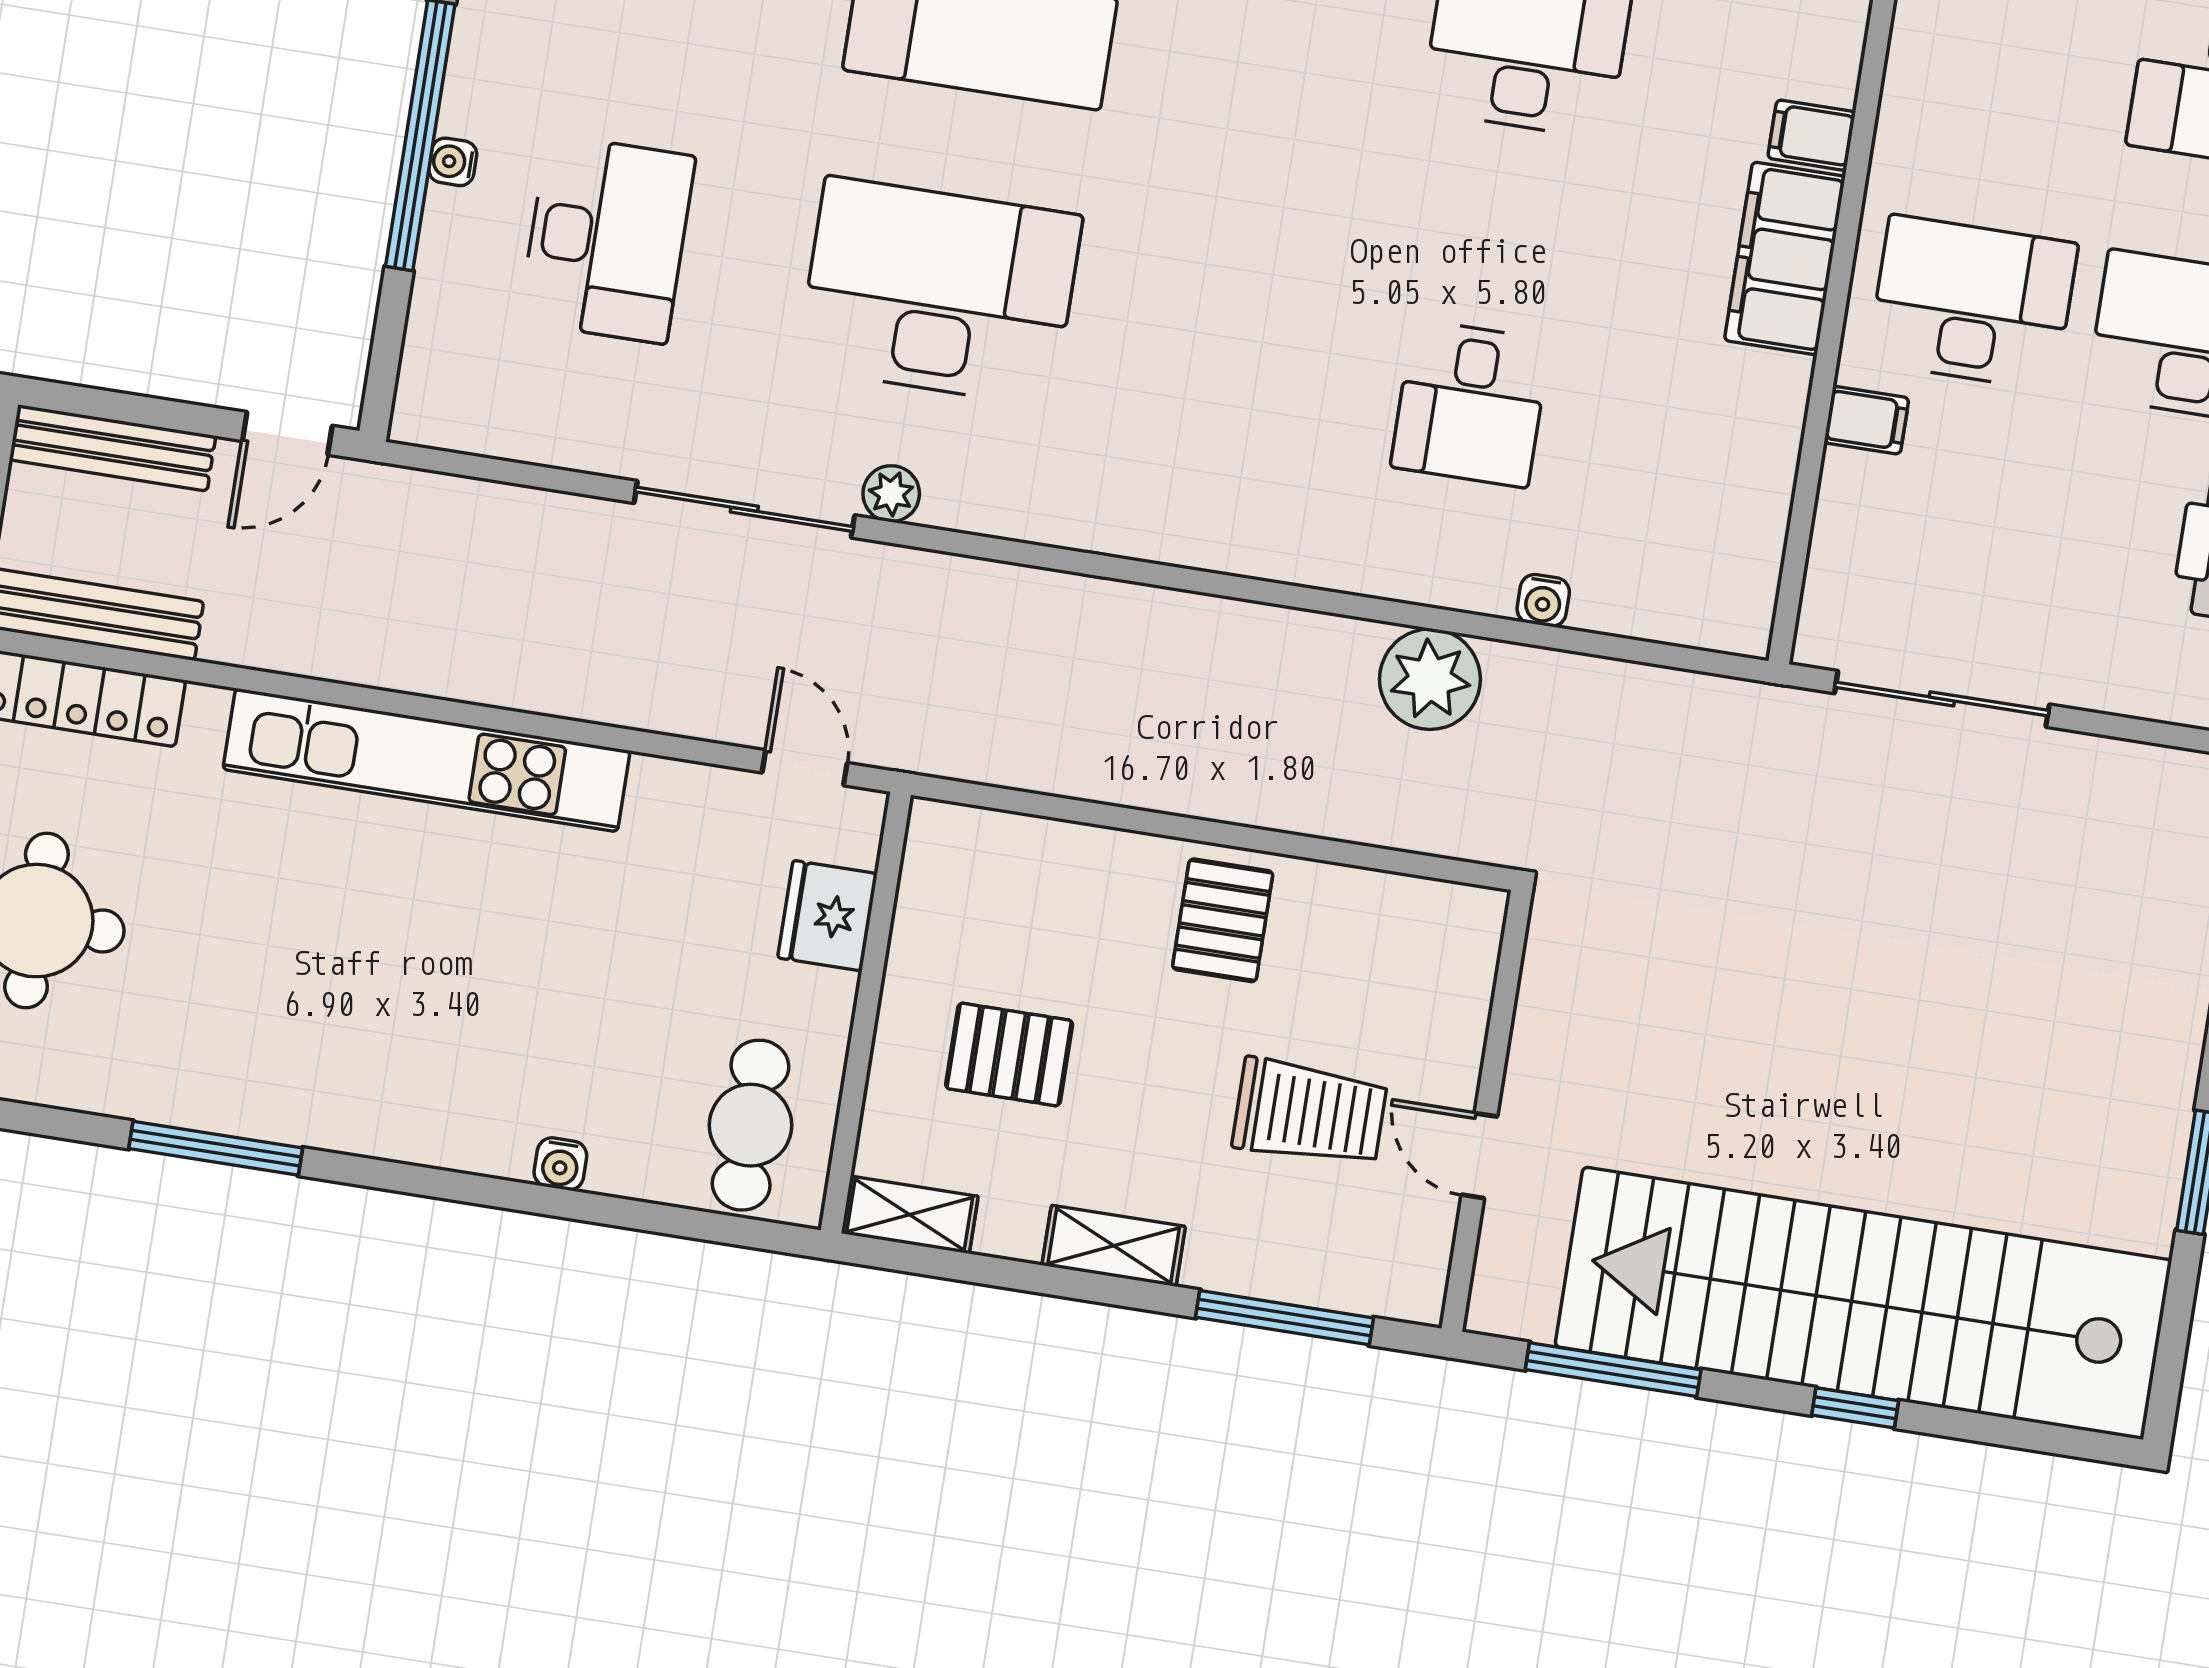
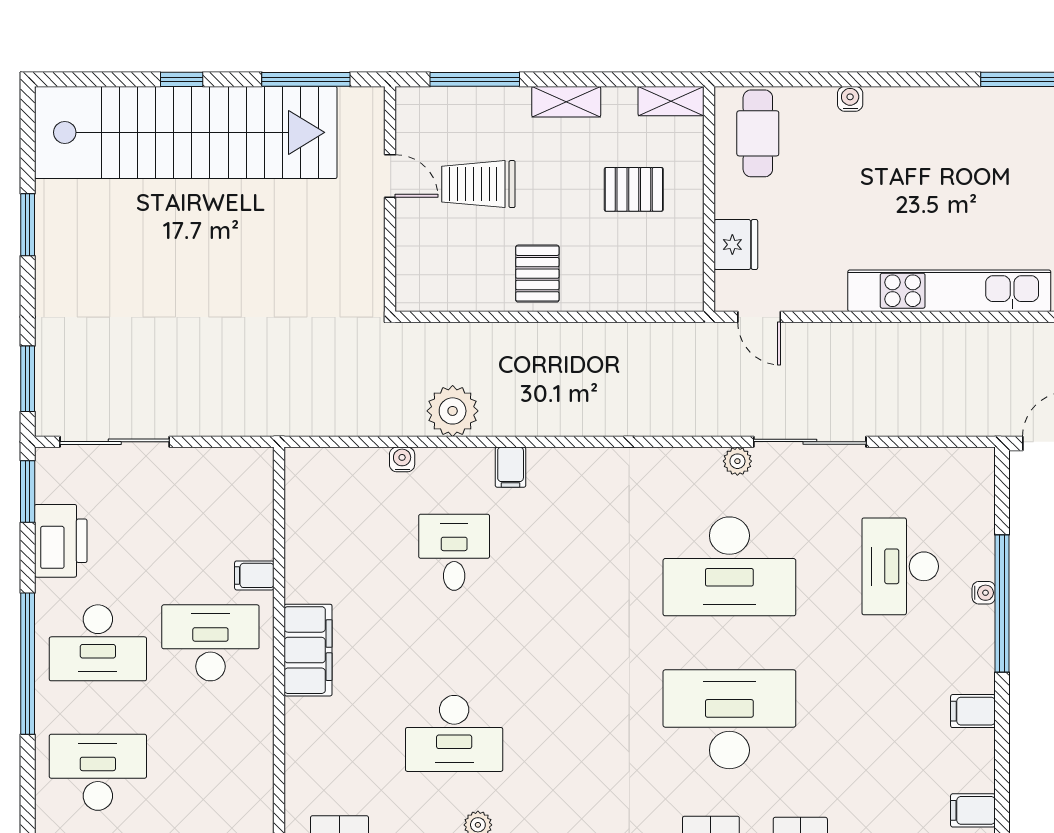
filing cabinet: (1812, 135) -> (511, 467), moved, turned 90
desk: (1973, 303) -> (210, 643), turned 180
sliding door: (1942, 699) -> (115, 442), moved

